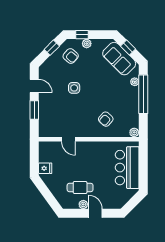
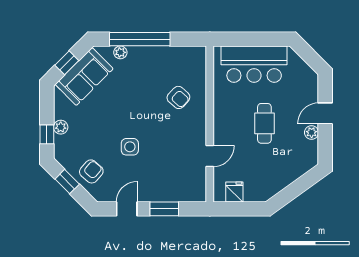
armchair: (71, 56) -> (91, 171), moved
plant: (134, 132) -> (199, 53), removed
fridge: (45, 168) -> (234, 192), moved
cafe table: (80, 187) -> (264, 123), moved

